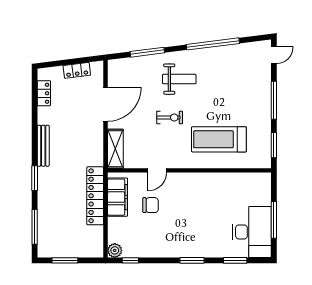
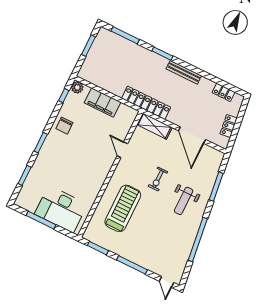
locker: (95, 196) -> (146, 103), moved
filing cabinet: (118, 197) -> (103, 102), moved
chair: (151, 205) -> (64, 126), moved
desk: (252, 232) -> (61, 209), moved

